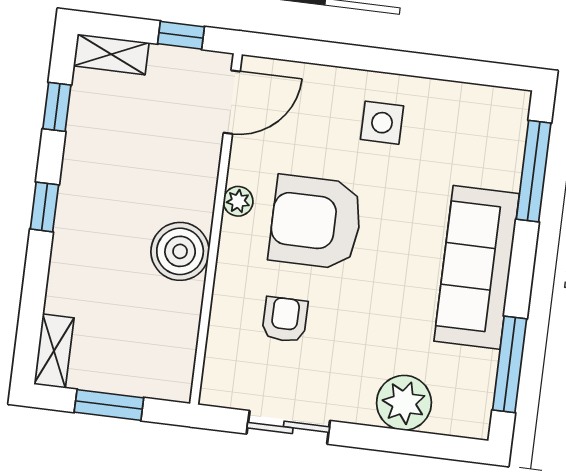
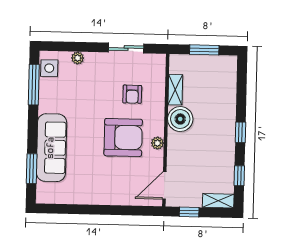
side table: (382, 123) -> (49, 68), moved
window: (534, 171) -> (32, 169), width x0.69
sofa: (477, 267) -> (51, 148), moved
shelving: (54, 351) -> (175, 90), moved
plant: (404, 403) -> (78, 58), width x0.53, depth x0.53

